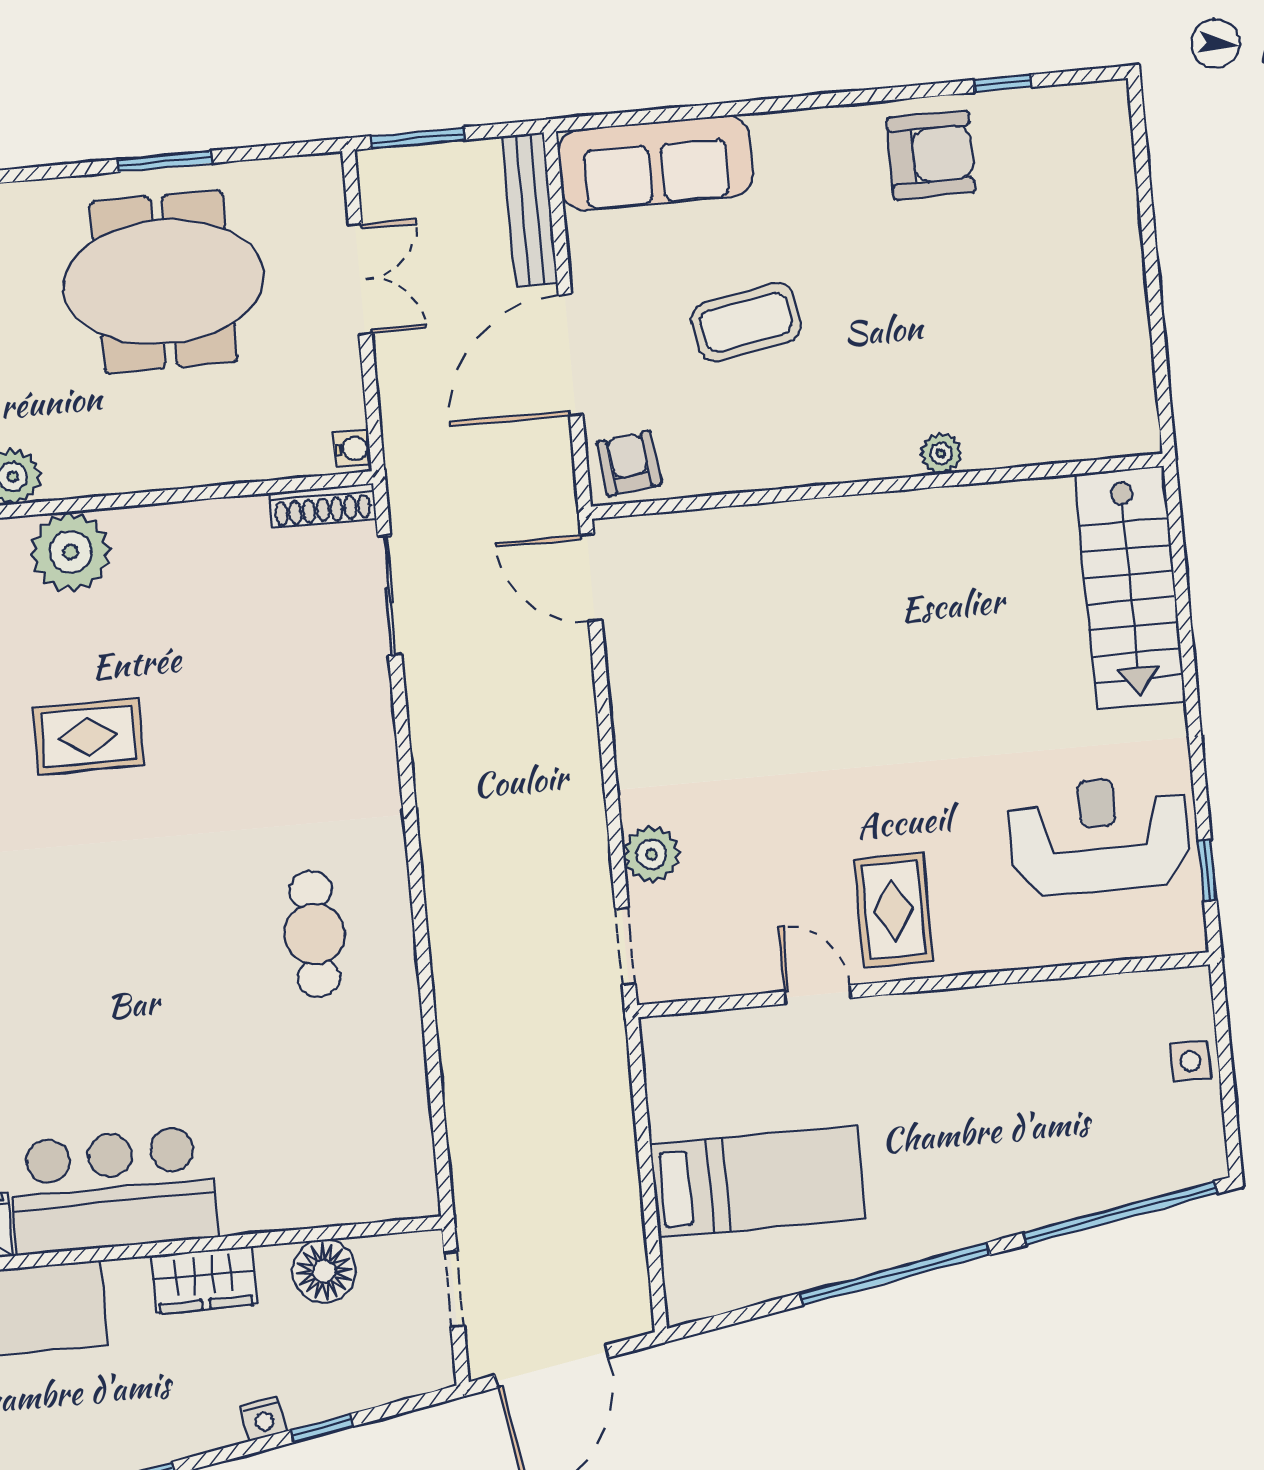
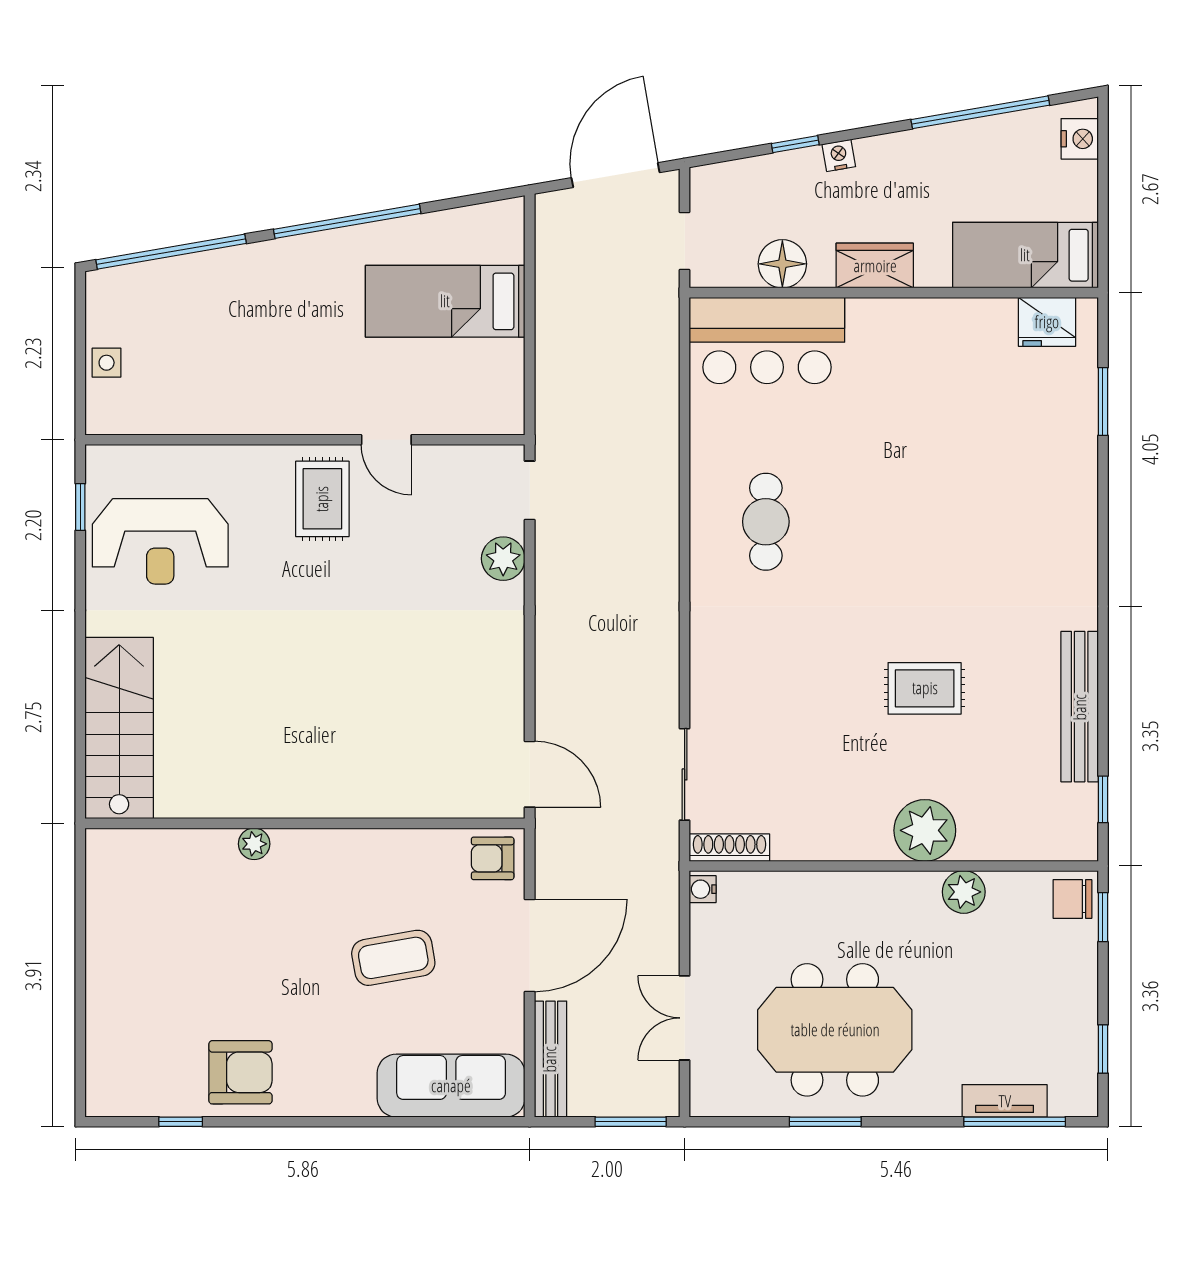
armchair: (931, 155) -> (240, 1072), turned 180
armchair: (629, 463) -> (493, 858), turned 97
bar counter: (113, 1190) -> (767, 340), moved

